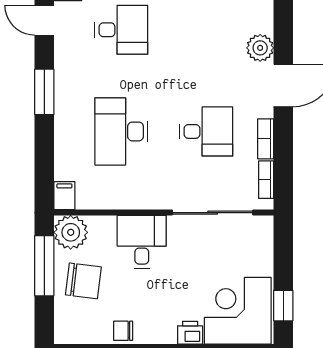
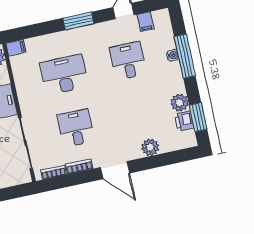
desk: (121, 30) -> (128, 61), turned 180
plant: (260, 48) -> (150, 147), moved
desk: (206, 131) -> (76, 128), turned 180

